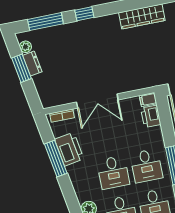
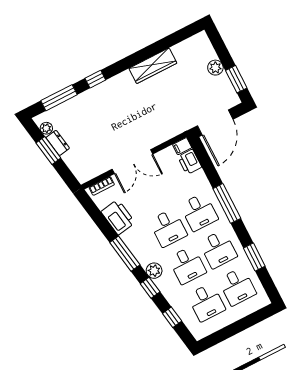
window: (56, 159) -> (125, 254), moved

